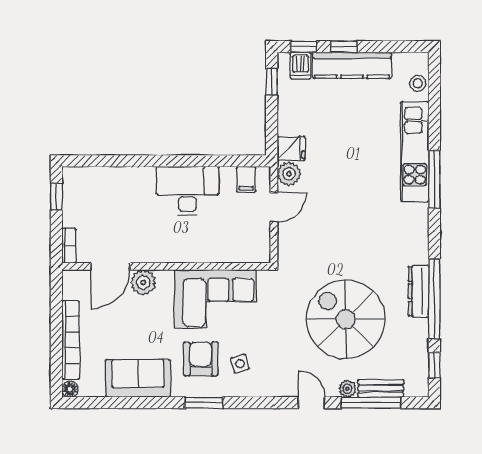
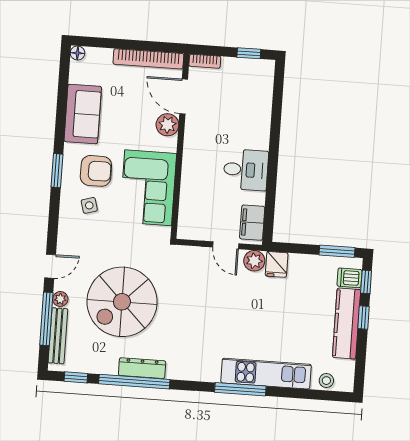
window: (272, 82) -> (337, 251), width x1.50
filing cabinet: (246, 179) -> (252, 223), width x2.00
desk: (187, 191) -> (246, 170), width x0.73
spiral stairs: (346, 319) -> (122, 302), turned 180
bookcase: (71, 340) -> (148, 59), moved
bench: (381, 388) -> (58, 336), width x1.36

